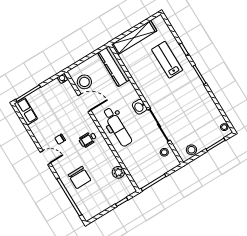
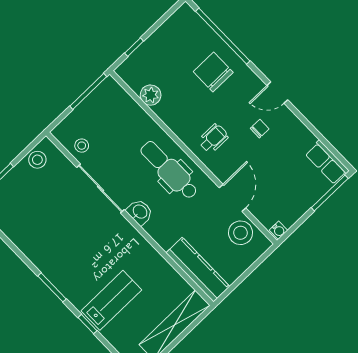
lab bench: (167, 60) -> (111, 300), turned -90
door: (85, 103) -> (233, 198), swing flipped

